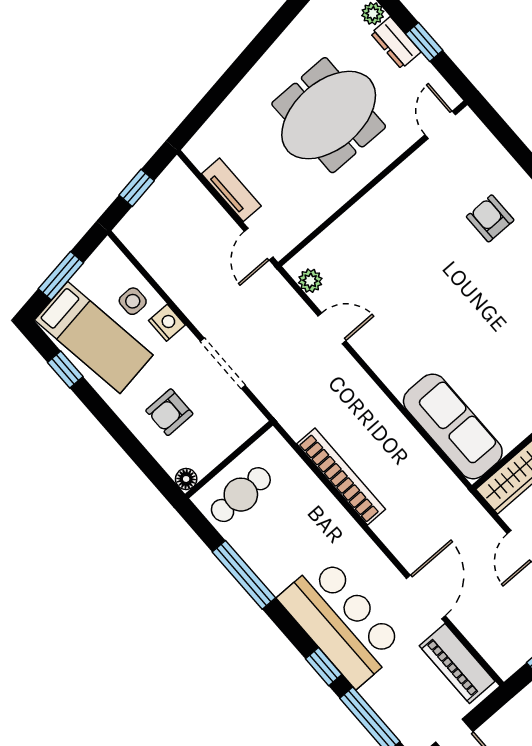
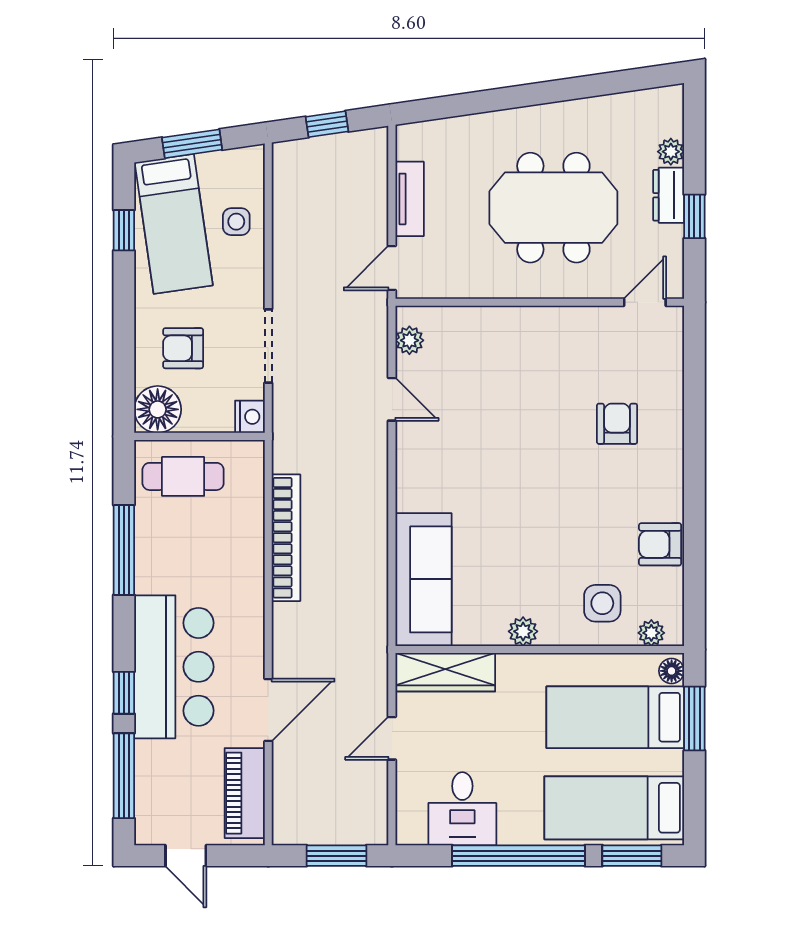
nightstand: (167, 323) -> (250, 417), moved
floor lamp: (186, 479) -> (158, 409), width x1.89, depth x1.89

